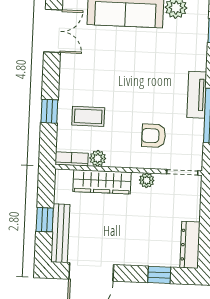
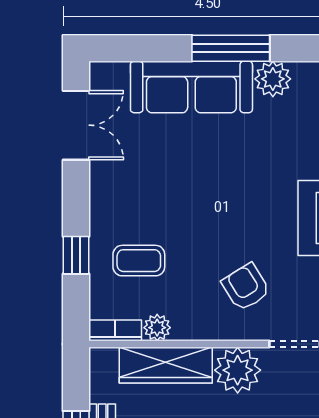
armchair: (154, 136) -> (246, 287), turned 58
plant: (147, 180) -> (238, 370), width x1.88, depth x1.88

